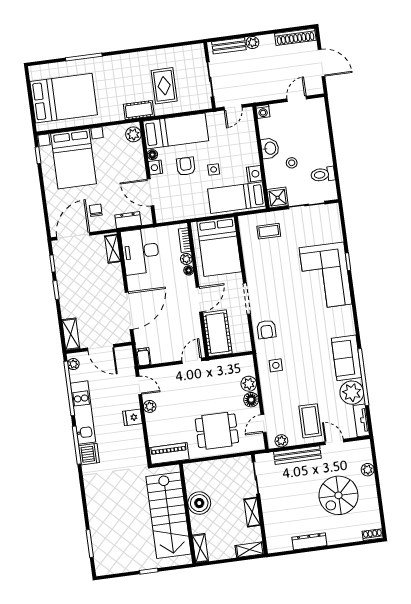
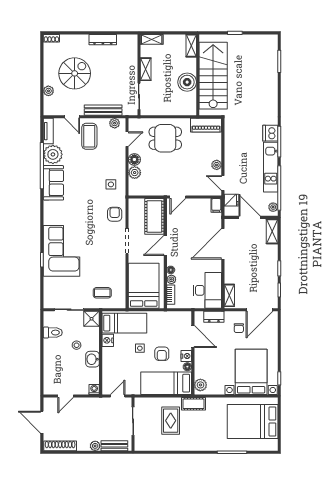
fridge: (132, 417) -> (232, 200), moved

